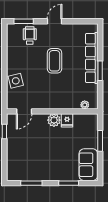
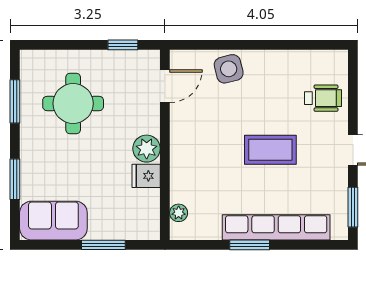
window: (24, 21) -> (353, 207), moved
door: (24, 111) -> (165, 86), swing flipped
round table: (32, 155) -> (73, 103), added

